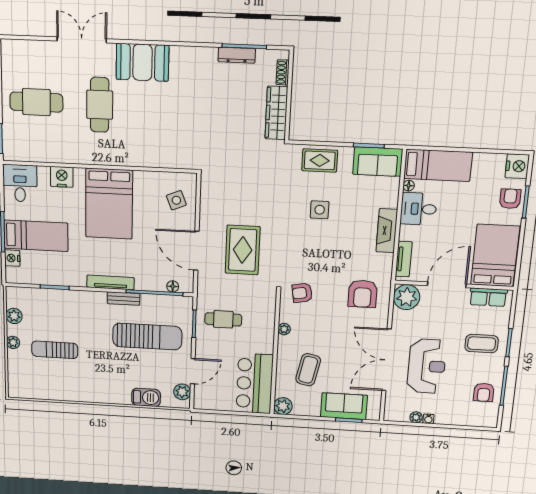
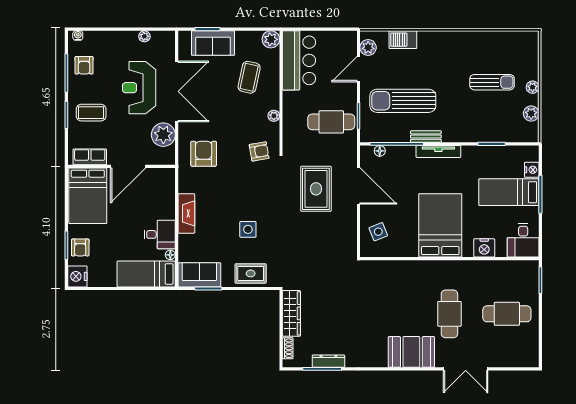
tv unit: (404, 259) -> (169, 188), removed
plant: (407, 297) -> (163, 135), moved
cafe table: (223, 319) -> (331, 122), width x1.37, depth x1.35
armchair: (484, 392) -> (84, 65), turned 180
water cooler: (428, 419) -> (78, 36), moved

